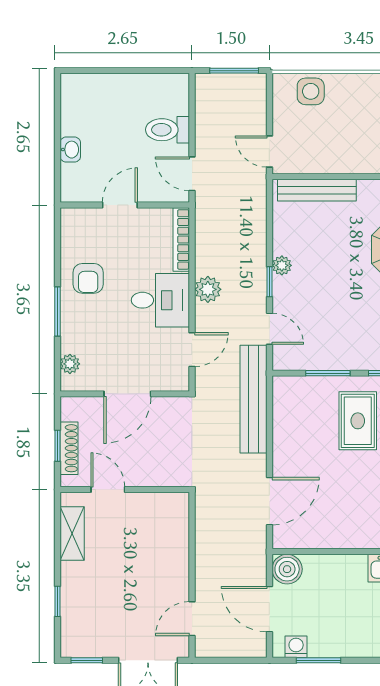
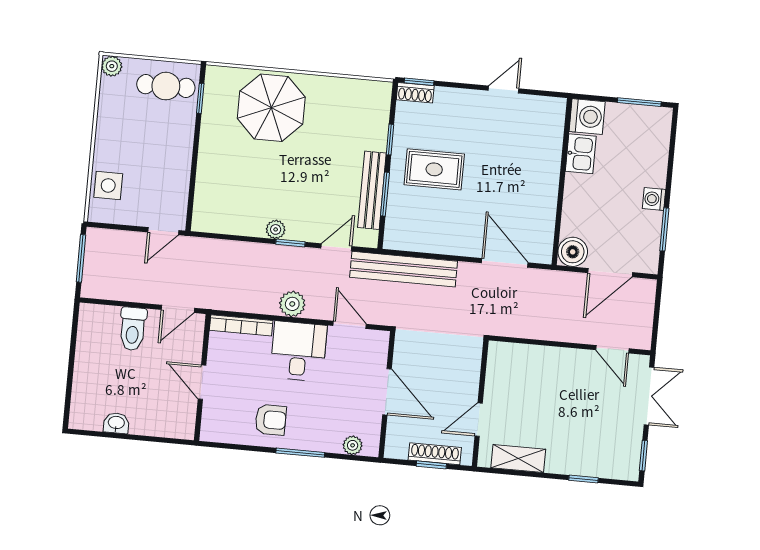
washbasin: (70, 150) -> (116, 423), moved
bench: (317, 190) -> (372, 190), moved
washing machine: (296, 647) -> (654, 199), moved

